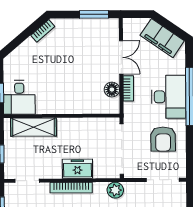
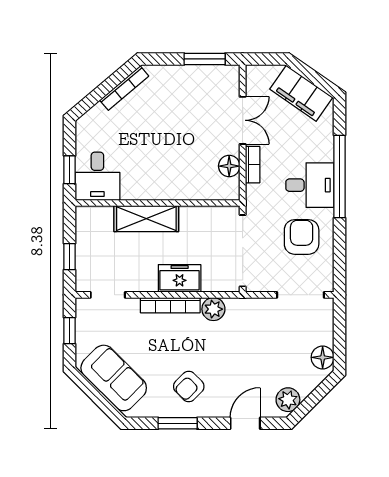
bookcase: (43, 31) -> (124, 88), width x1.56
desk: (169, 97) -> (310, 185), width x0.73
shelving: (34, 127) -> (146, 219), moved
armchair: (163, 139) -> (302, 237), turned 180
plant: (115, 190) -> (213, 309), moved

